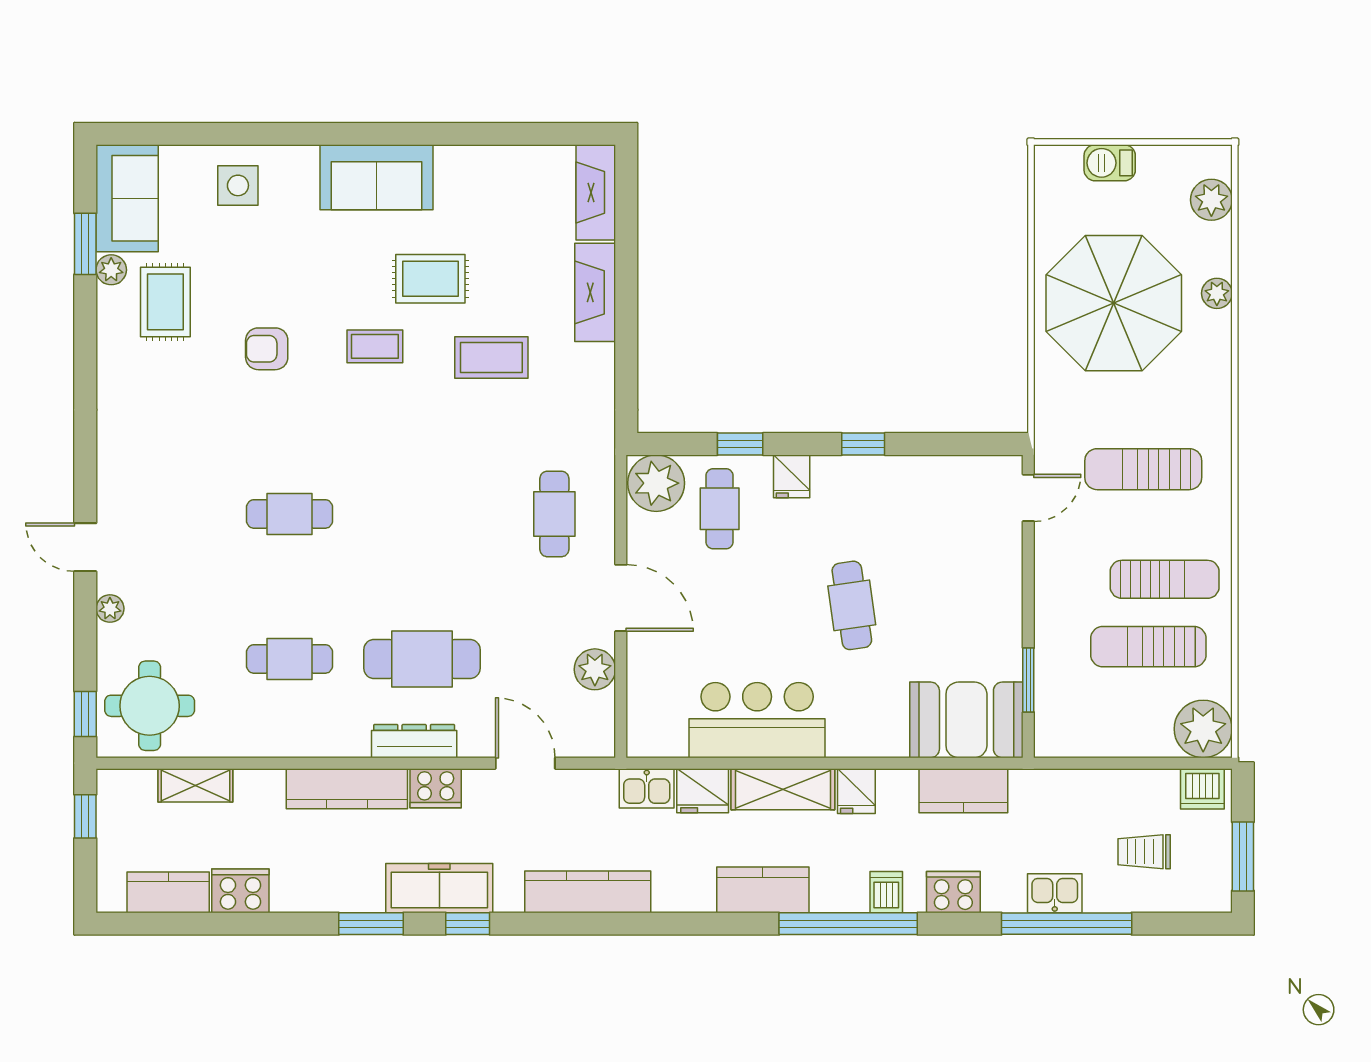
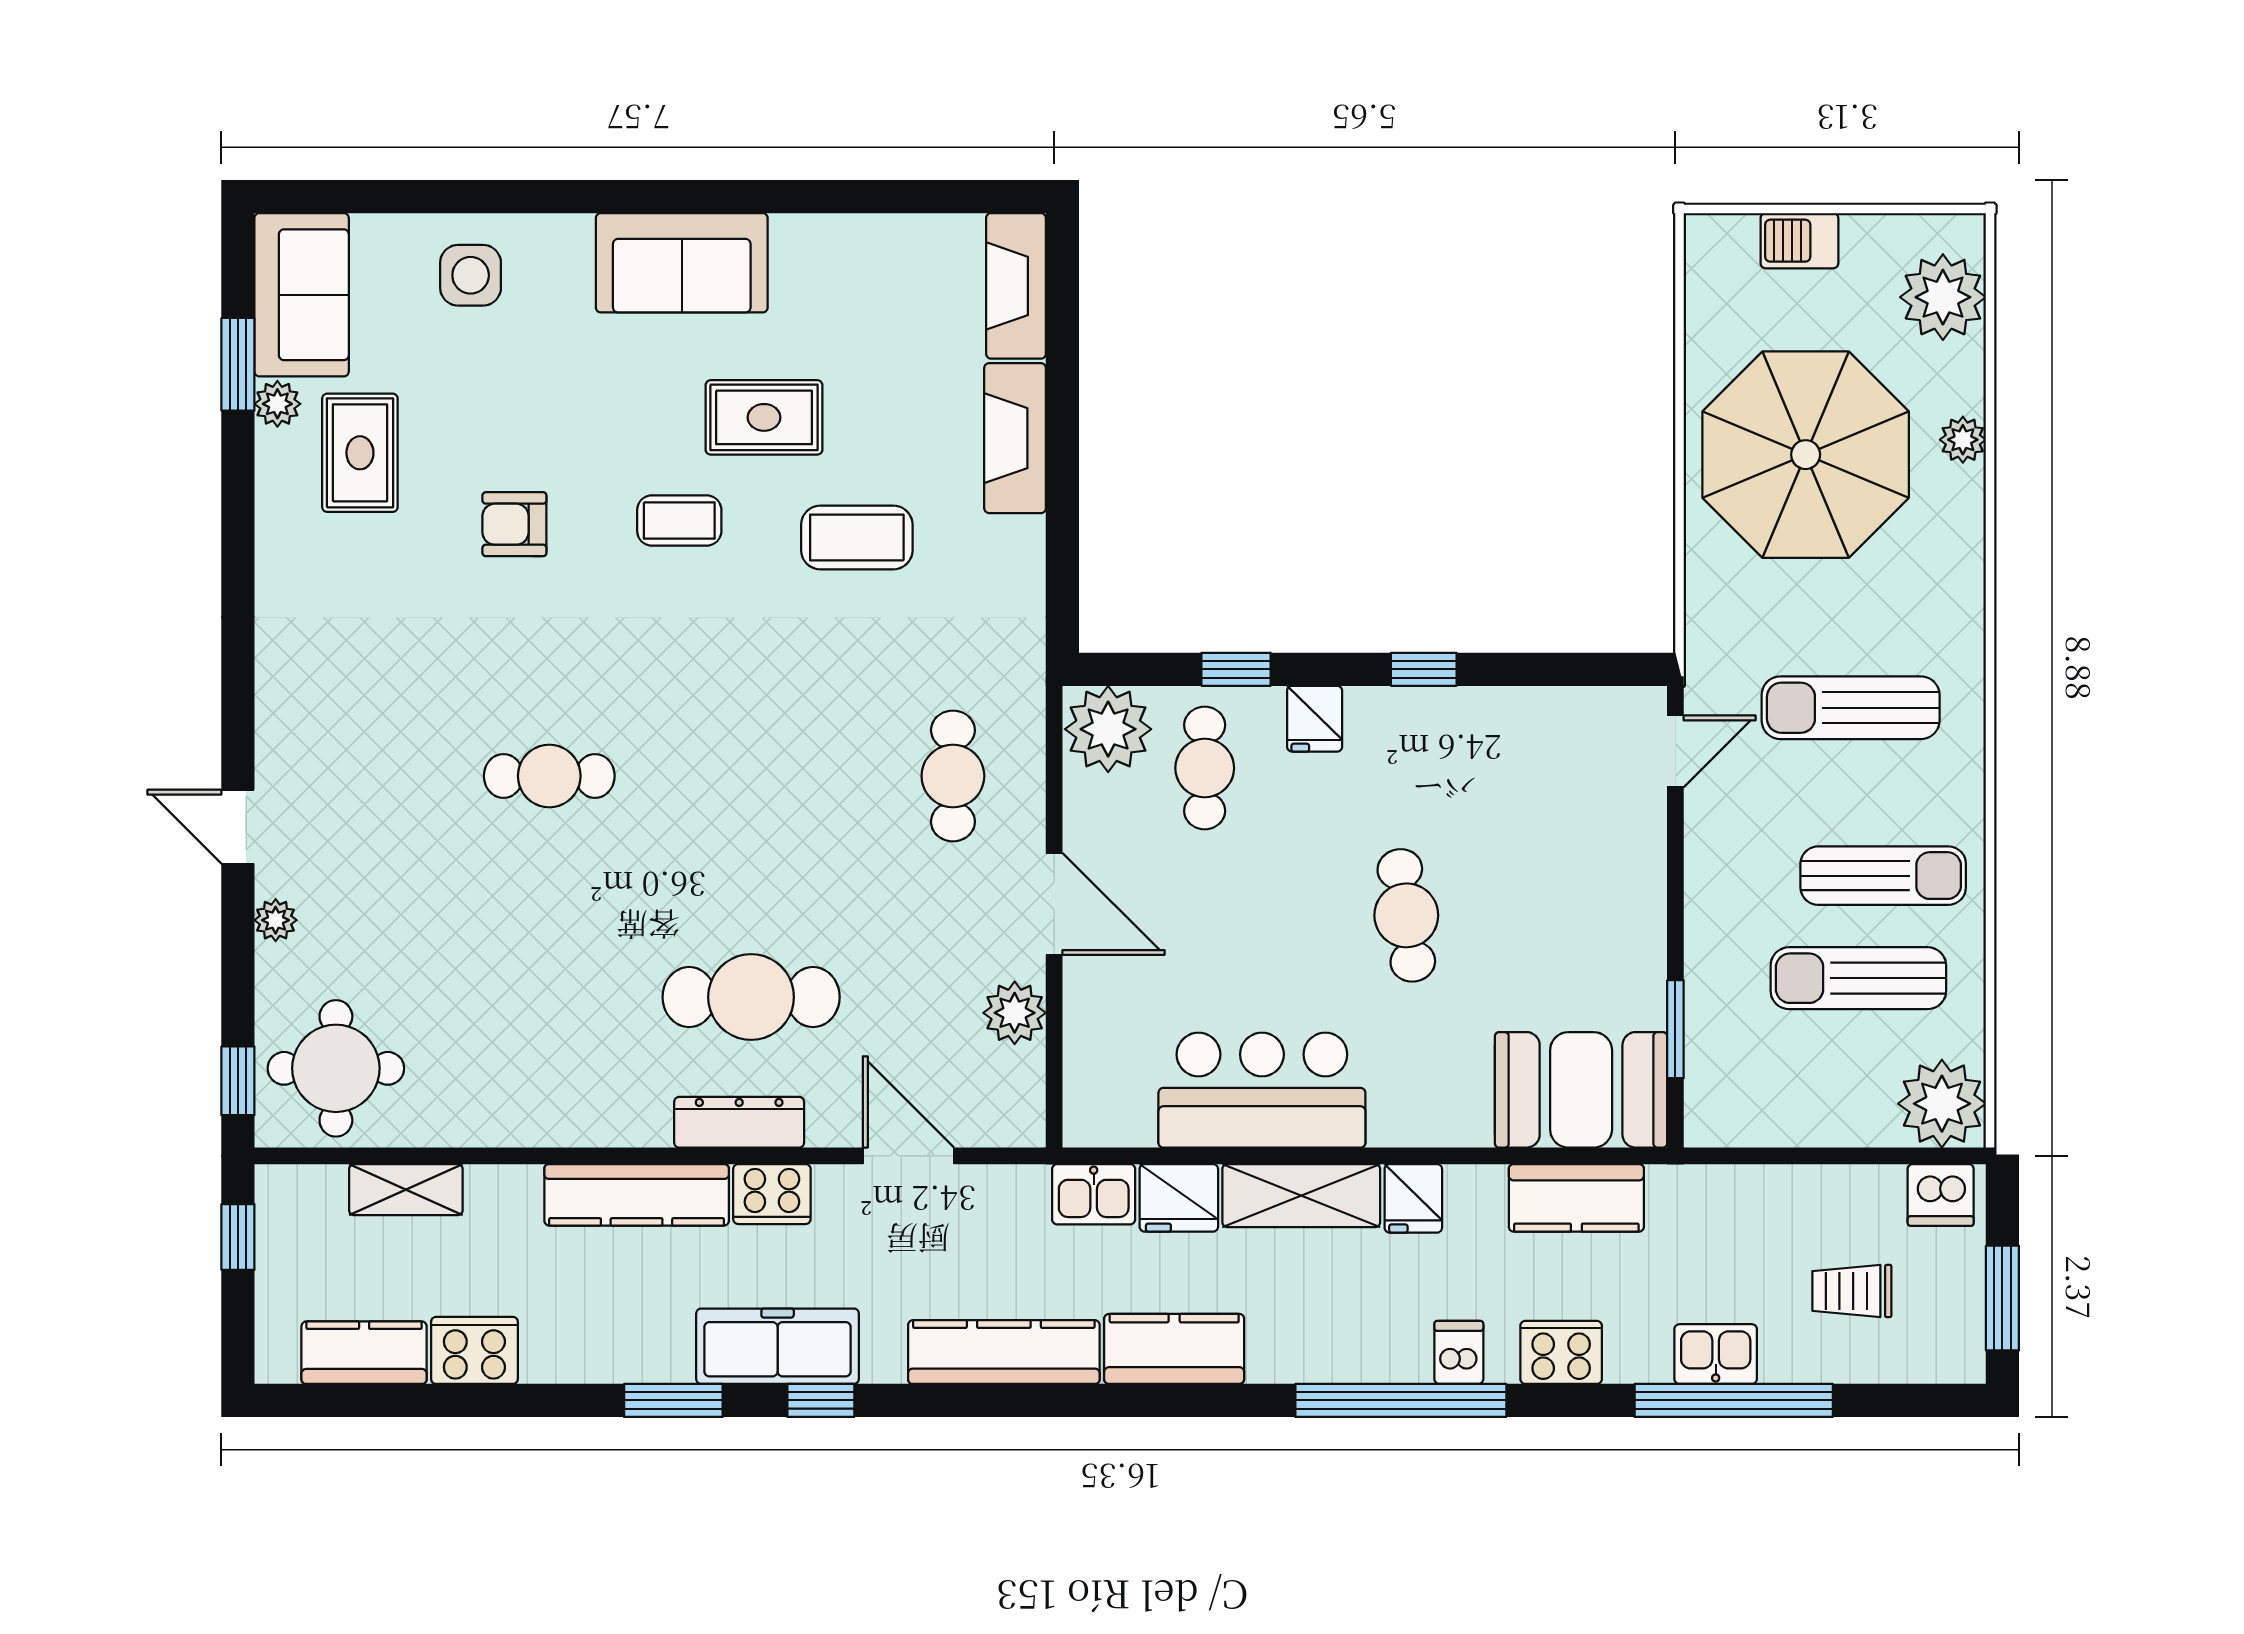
plant: (1211, 200) -> (1943, 297), width x1.36, depth x1.36
cafe table: (290, 659) -> (549, 997), removed
kitchen counter: (763, 890) -> (1174, 1349), moved

